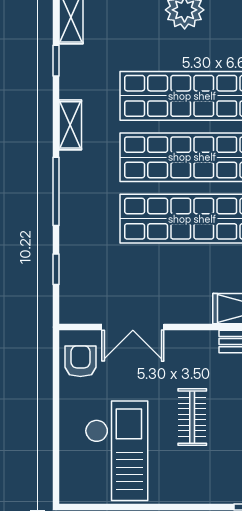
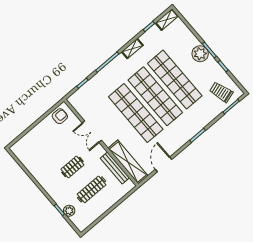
double door: (133, 327) -> (92, 132), moved
checkout: (116, 451) -> (41, 152), removed

